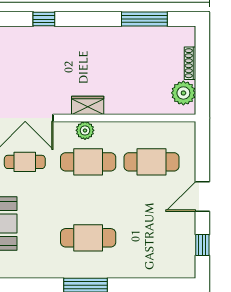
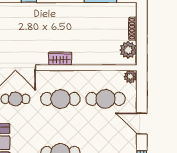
plant: (85, 130) -> (130, 77), moved
door: (202, 196) -> (142, 124), hinge flipped

